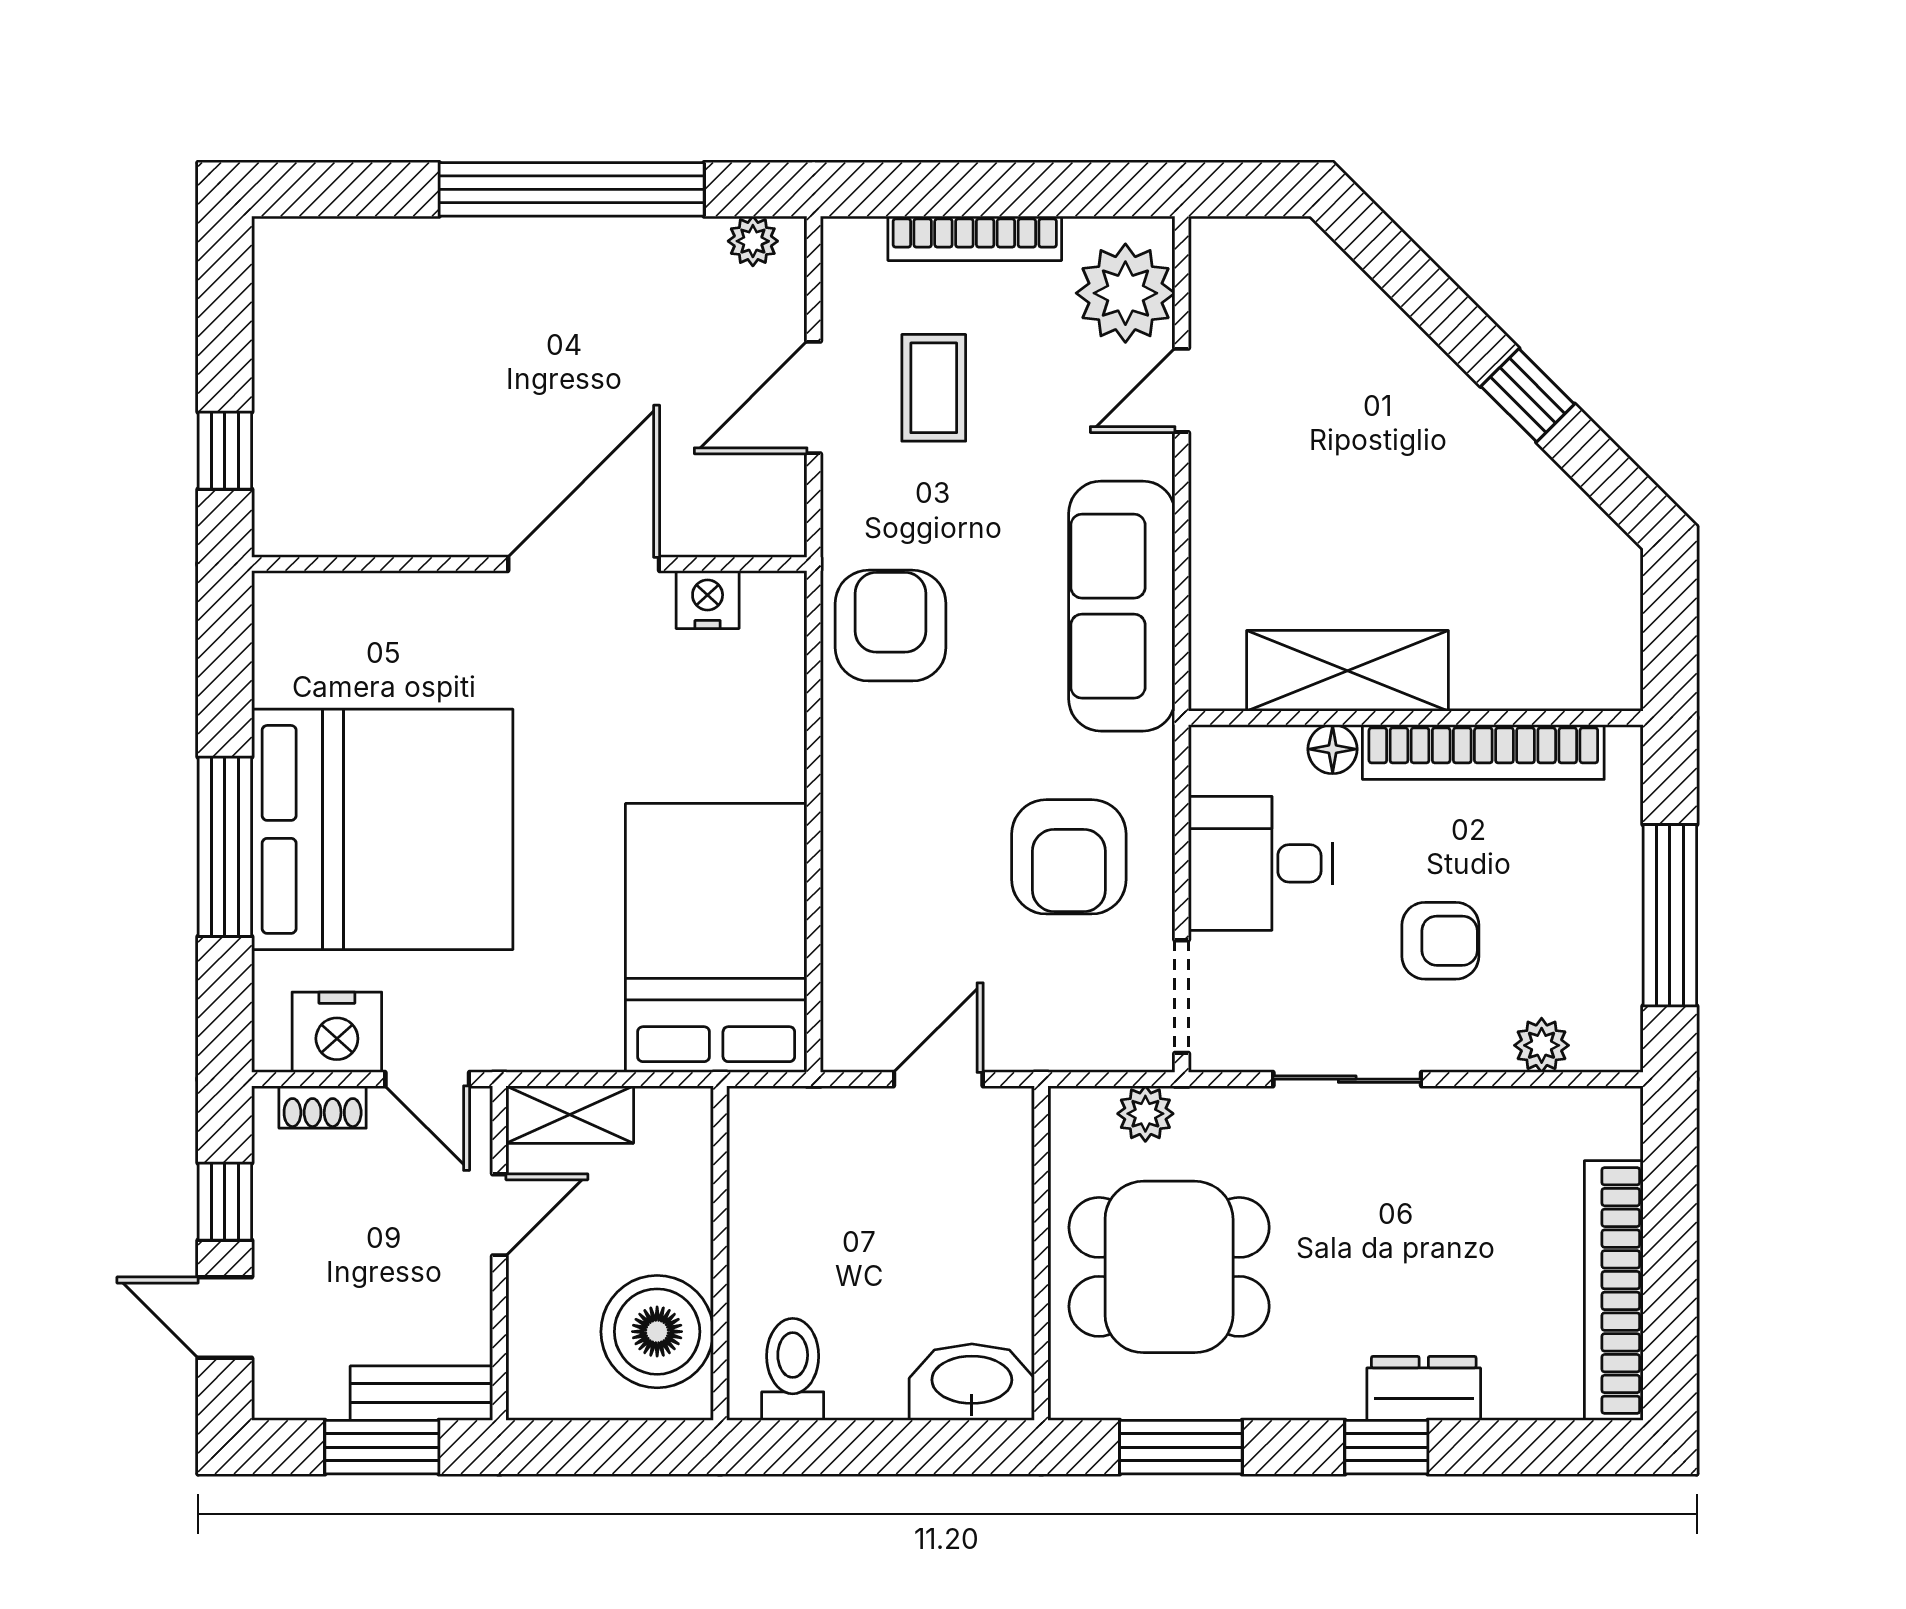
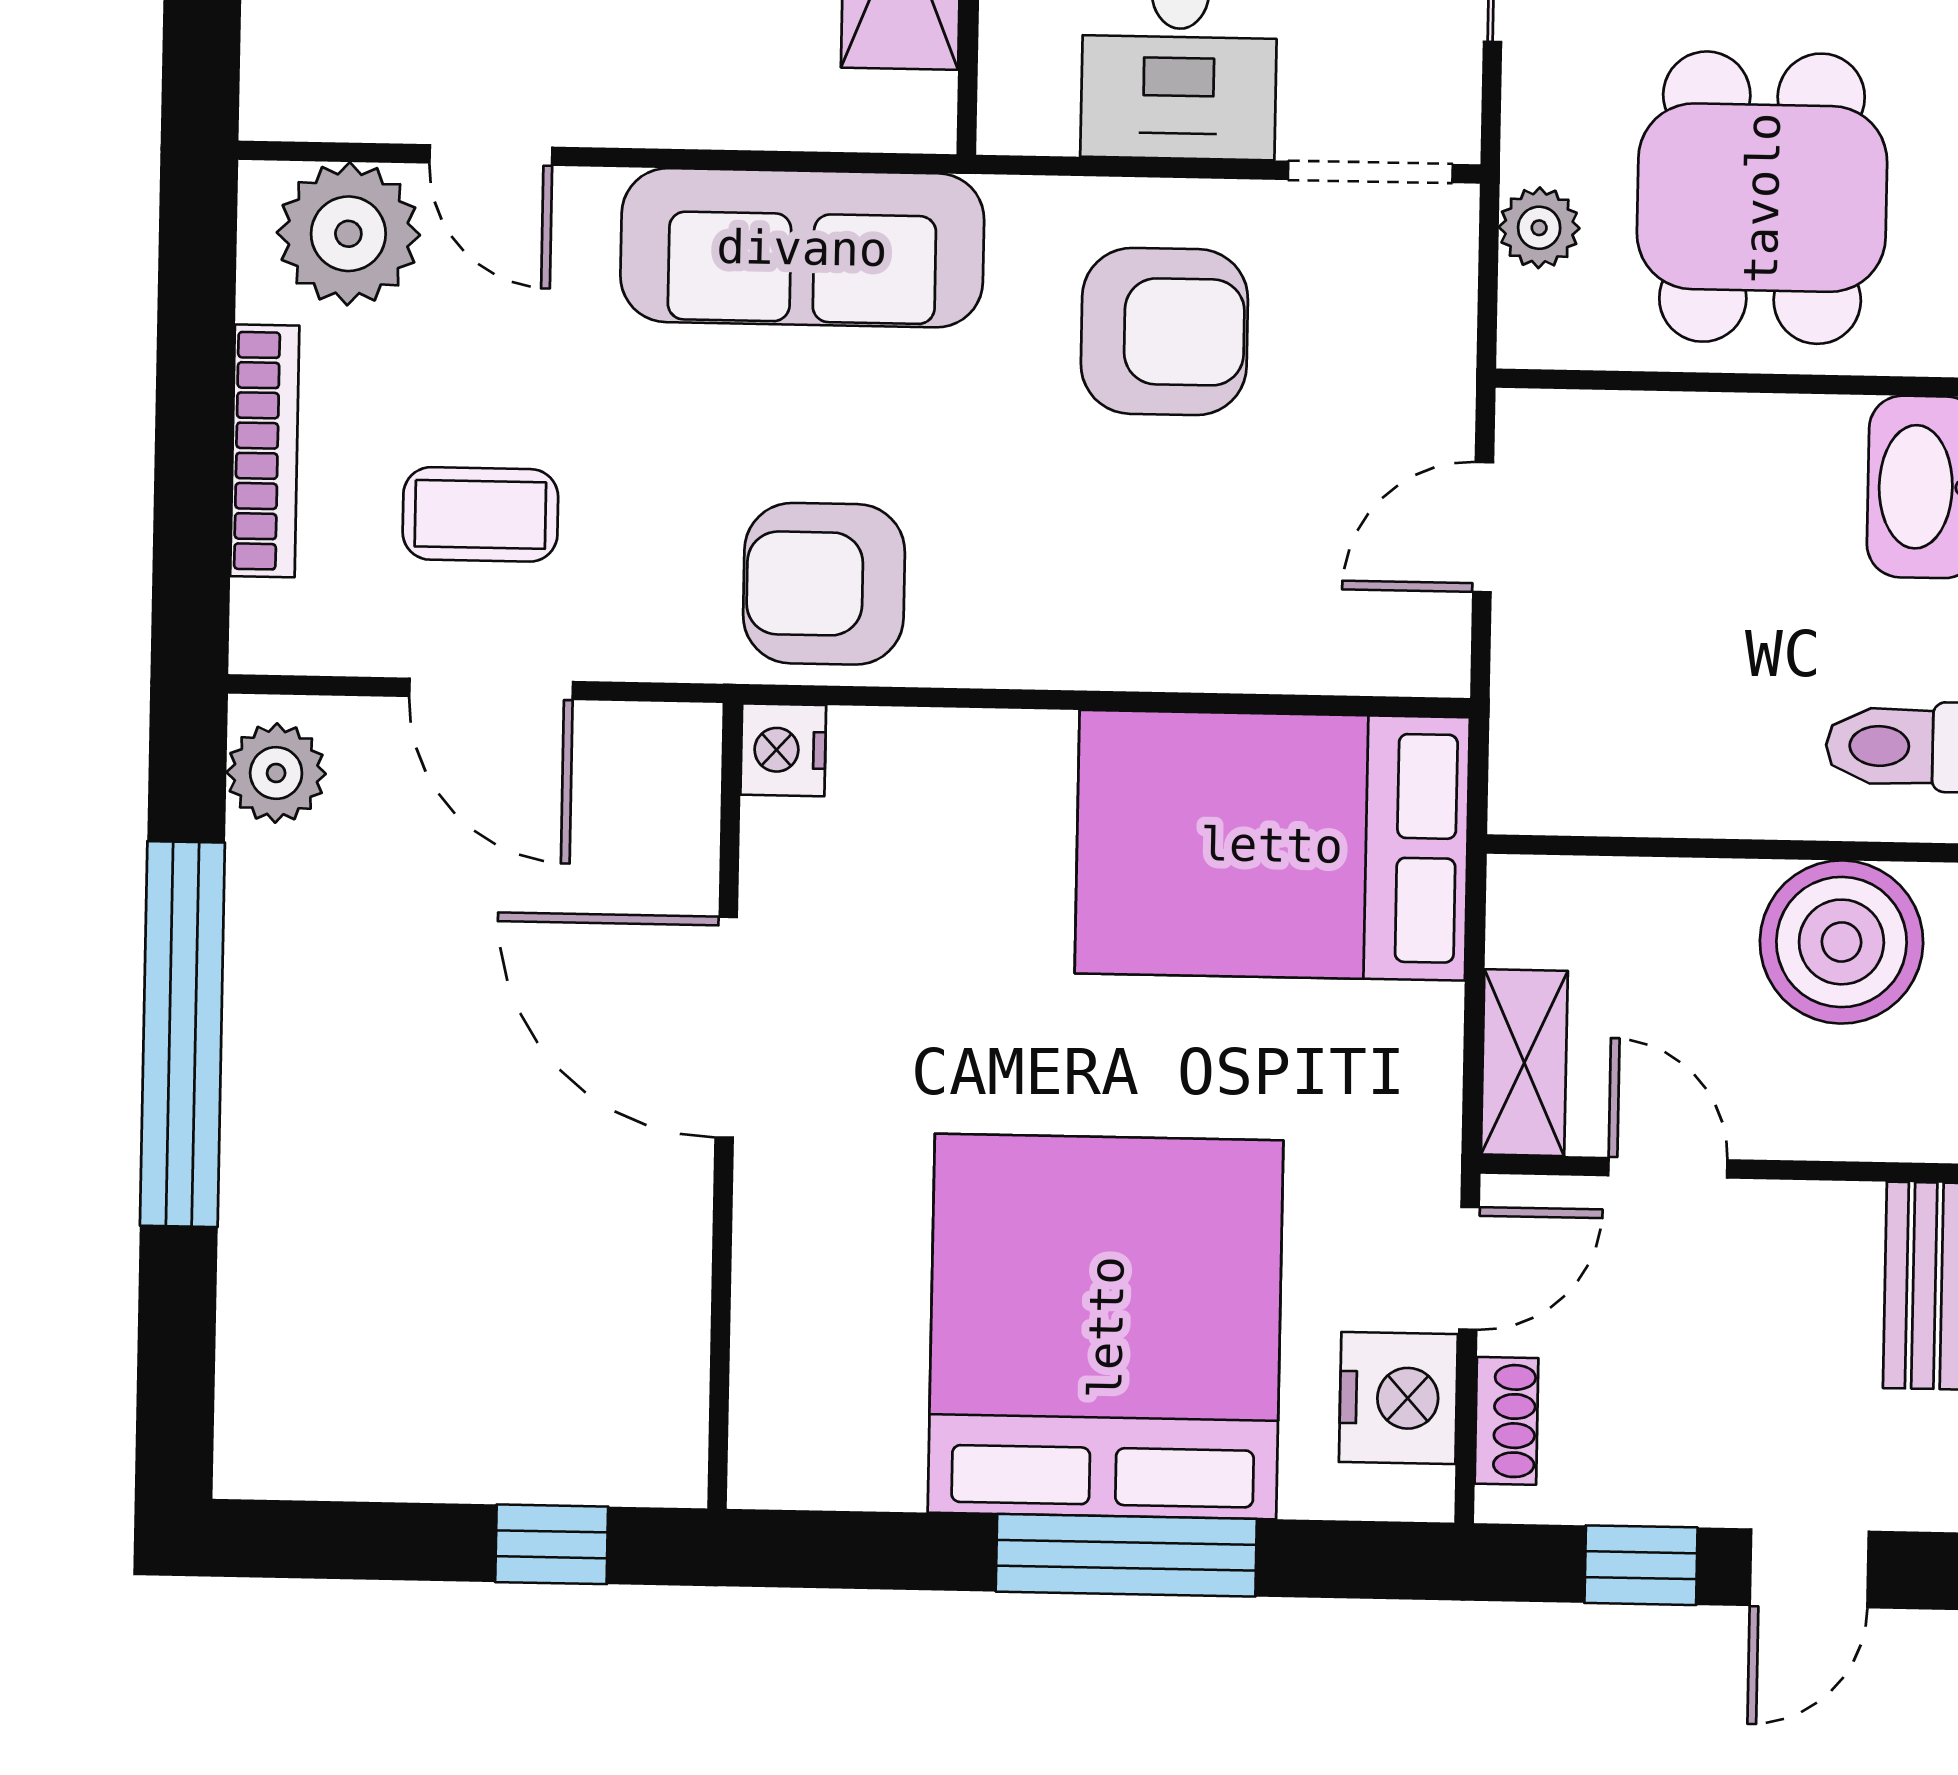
plant: (753, 241) -> (276, 773), width x1.38, depth x1.38
nightstand: (708, 600) -> (783, 750), moved
door: (938, 1079) -> (1483, 527), hinge flipped

